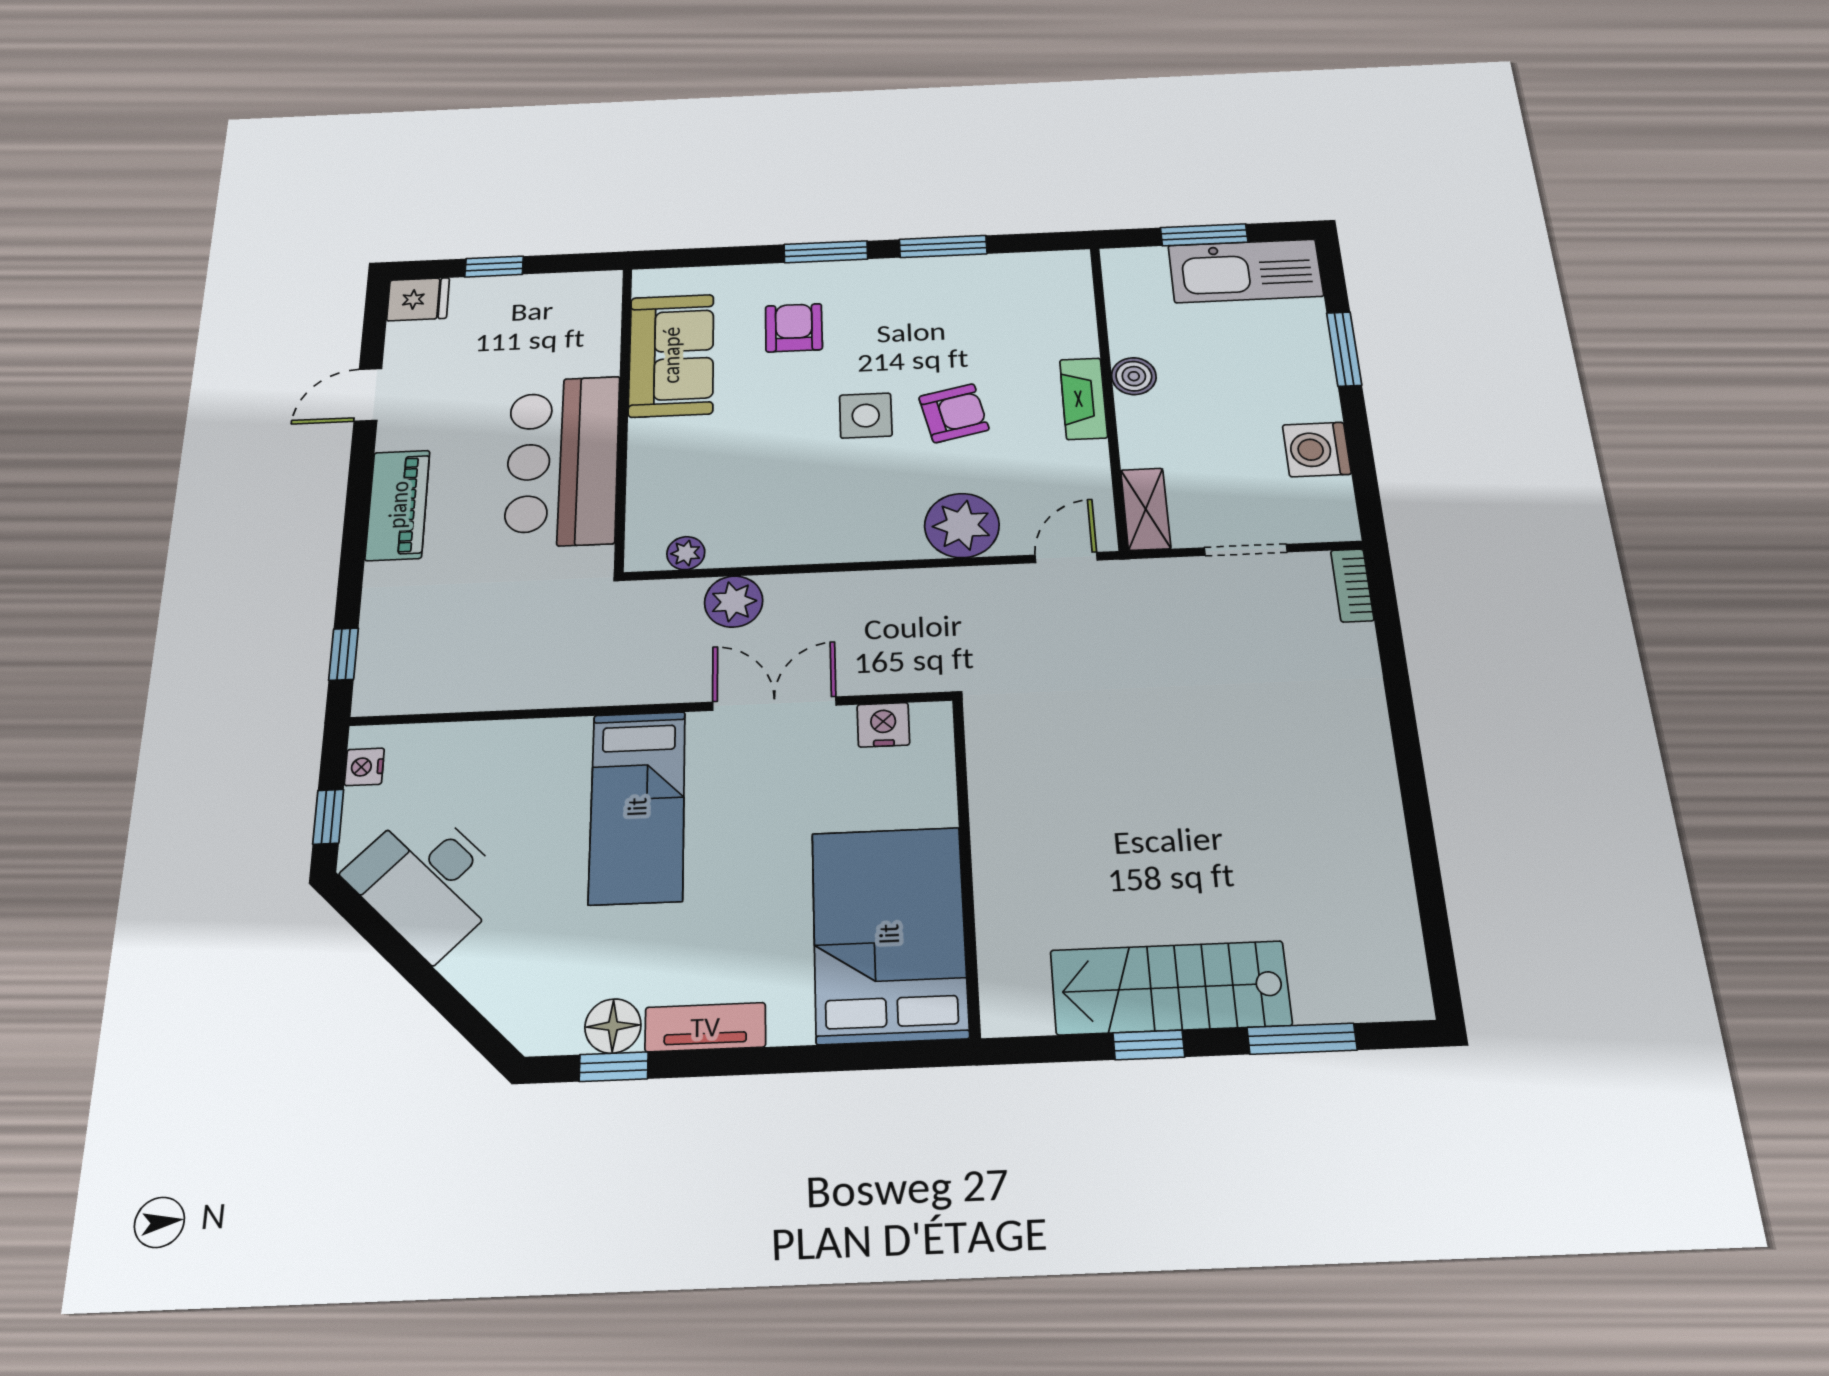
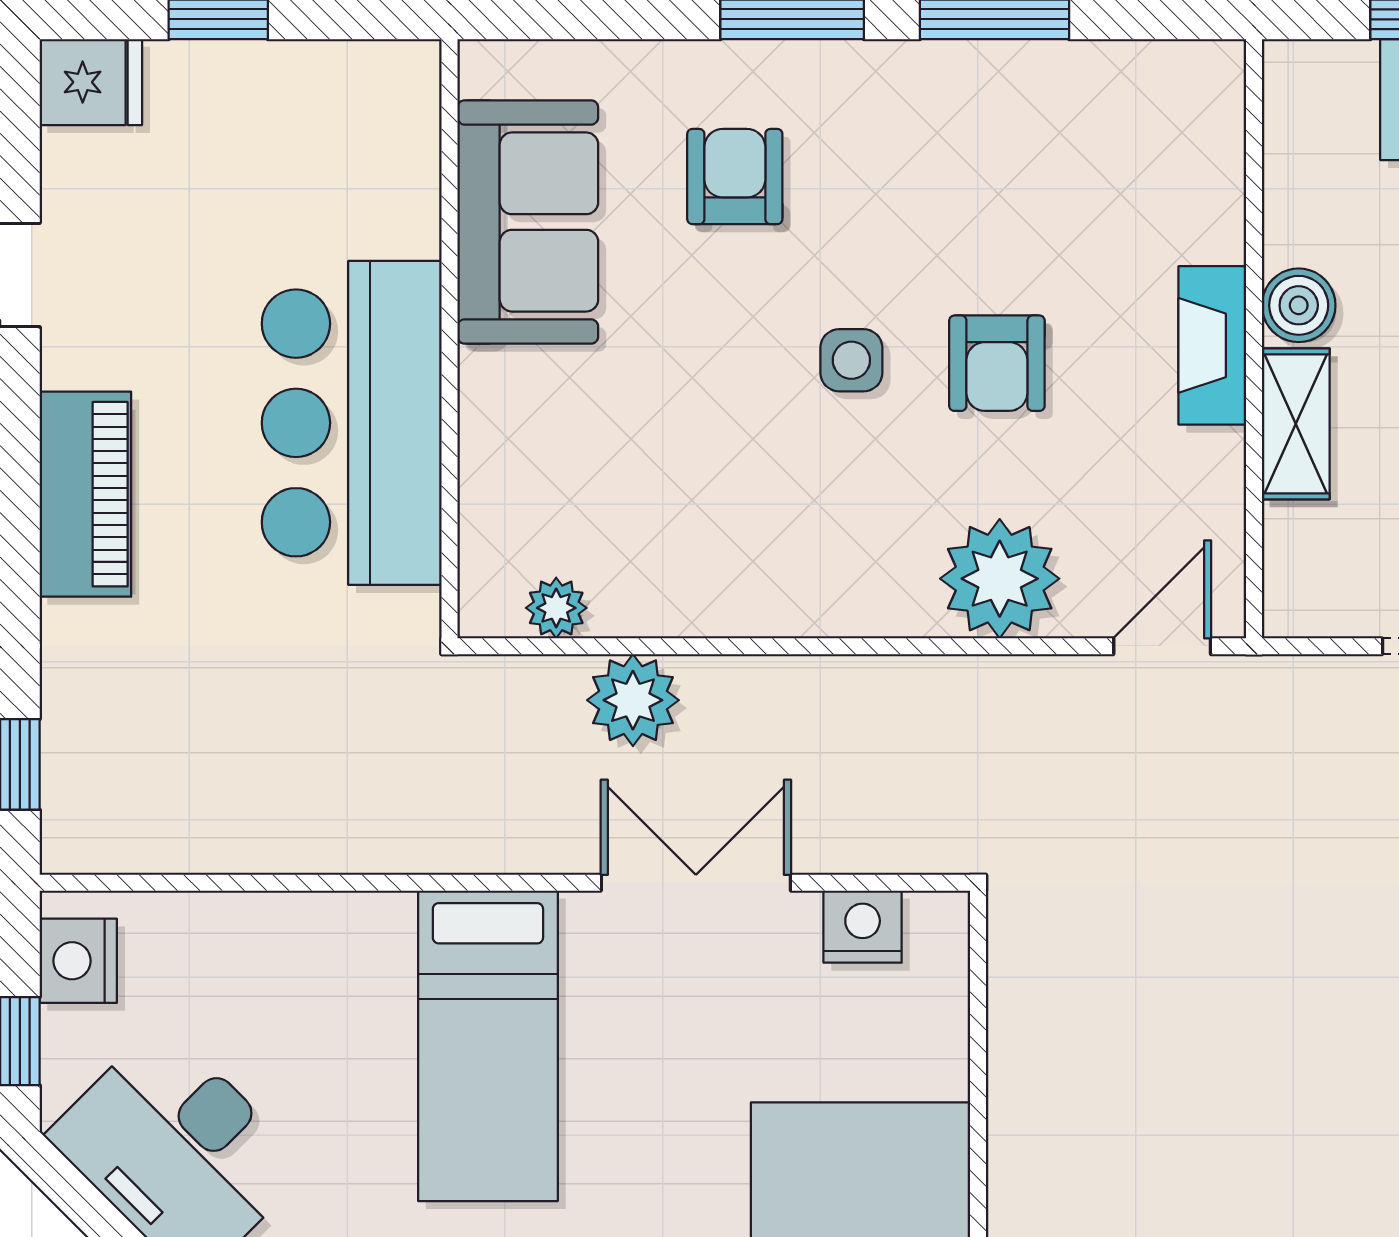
armchair: (954, 413) -> (997, 363), turned 103
side table: (866, 416) -> (851, 360), width x0.73, depth x0.73
shelving: (1146, 509) -> (1296, 424), moved
nightstand: (364, 767) -> (78, 961), width x1.39, depth x1.35

